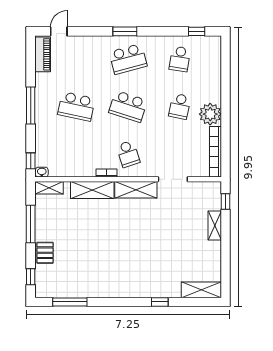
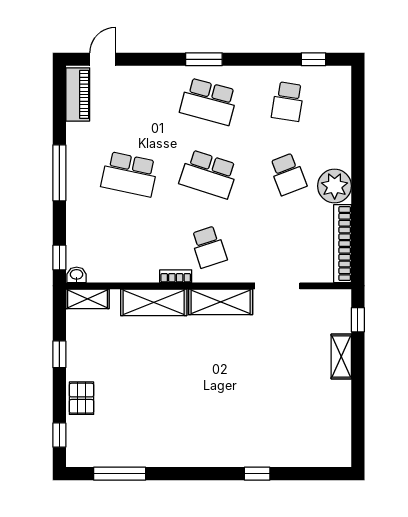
school desk: (128, 59) -> (209, 101), turned 30
school desk: (180, 106) -> (288, 174), turned -33
window: (31, 224) -> (59, 354), width x0.46
shelving: (201, 290) -> (321, 455), removed

